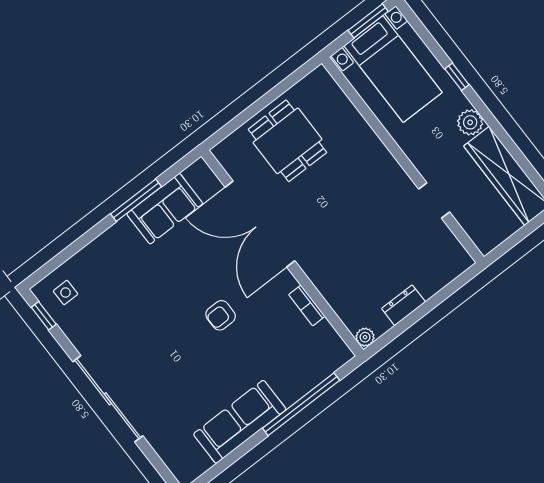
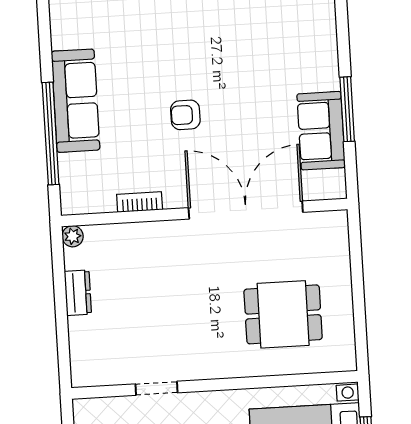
dining table: (287, 141) -> (283, 314), moved
armchair: (221, 315) -> (185, 115), turned -90
sofa: (240, 422) -> (75, 101), moved

